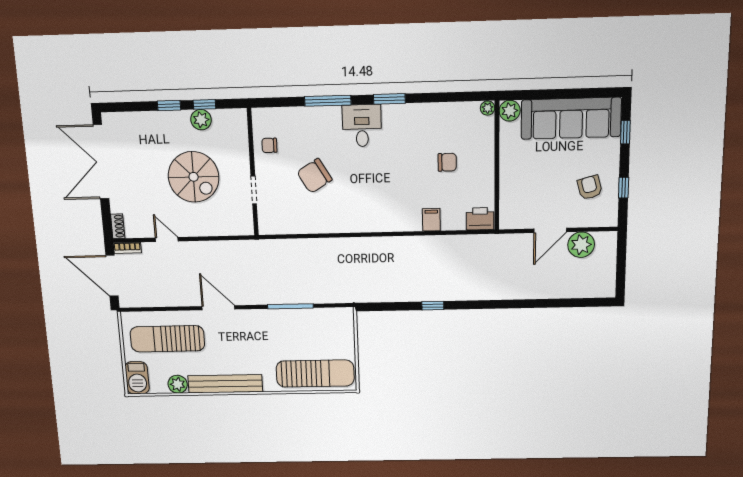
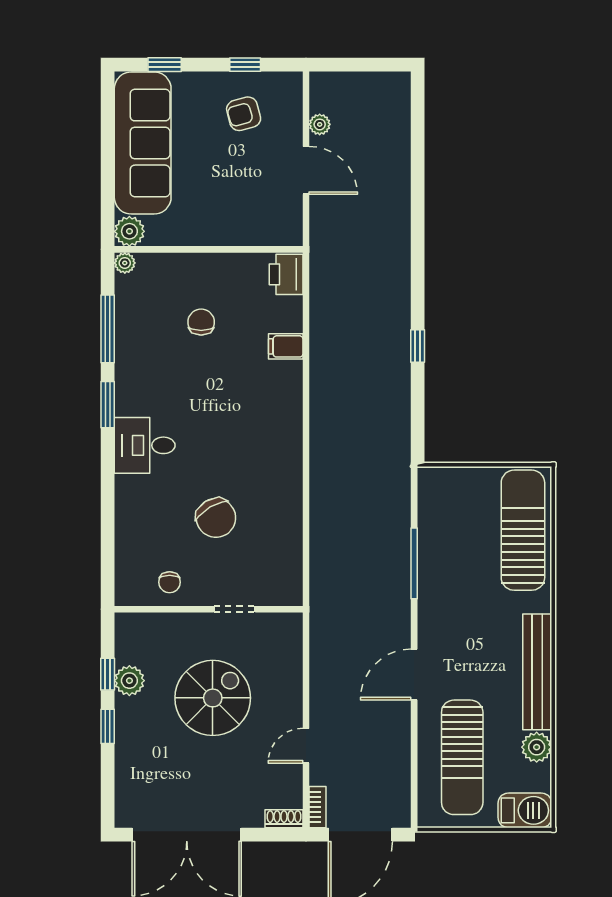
window: (328, 101) -> (108, 329), moved
plant: (581, 245) -> (320, 124), width x0.53, depth x0.53

